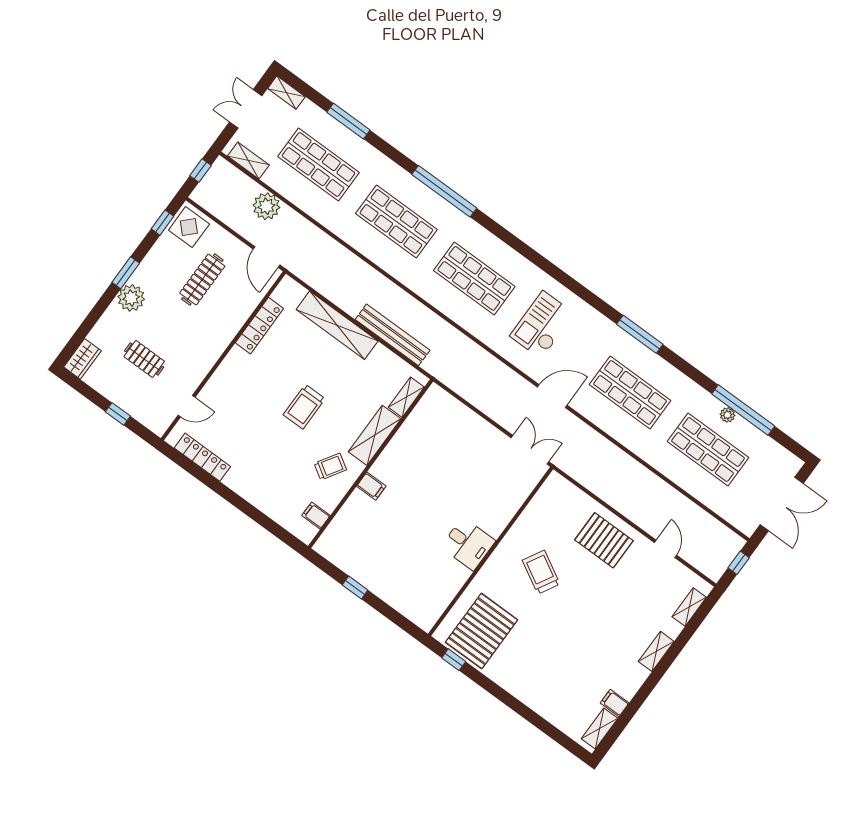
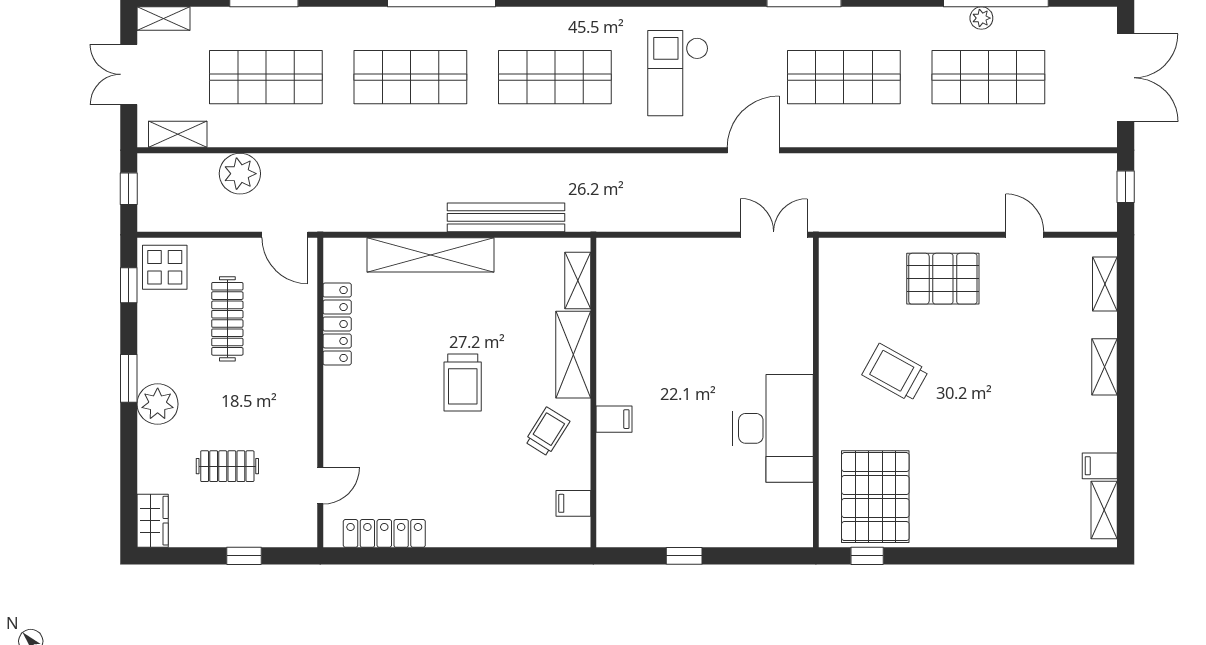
desk: (468, 544) -> (773, 428), width x1.87, depth x1.30

